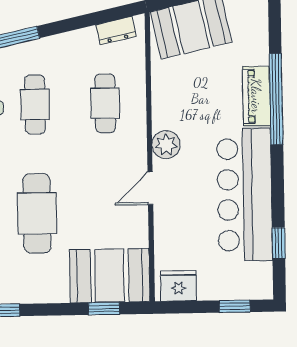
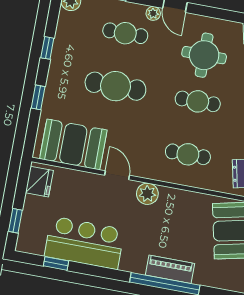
bar counter: (245, 195) -> (84, 243), width x0.73
booth: (110, 276) -> (73, 144), moved, turned 90
window: (104, 308) -> (38, 97), moved

